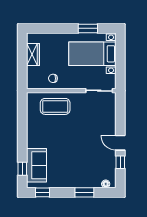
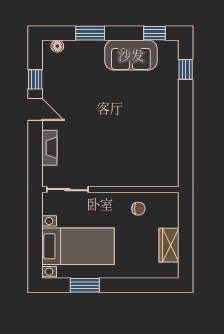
coffee table: (55, 106) -> (135, 165), removed
fireplace: (111, 118) -> (49, 148), added
sofa: (36, 165) -> (131, 55), moved, turned -90

